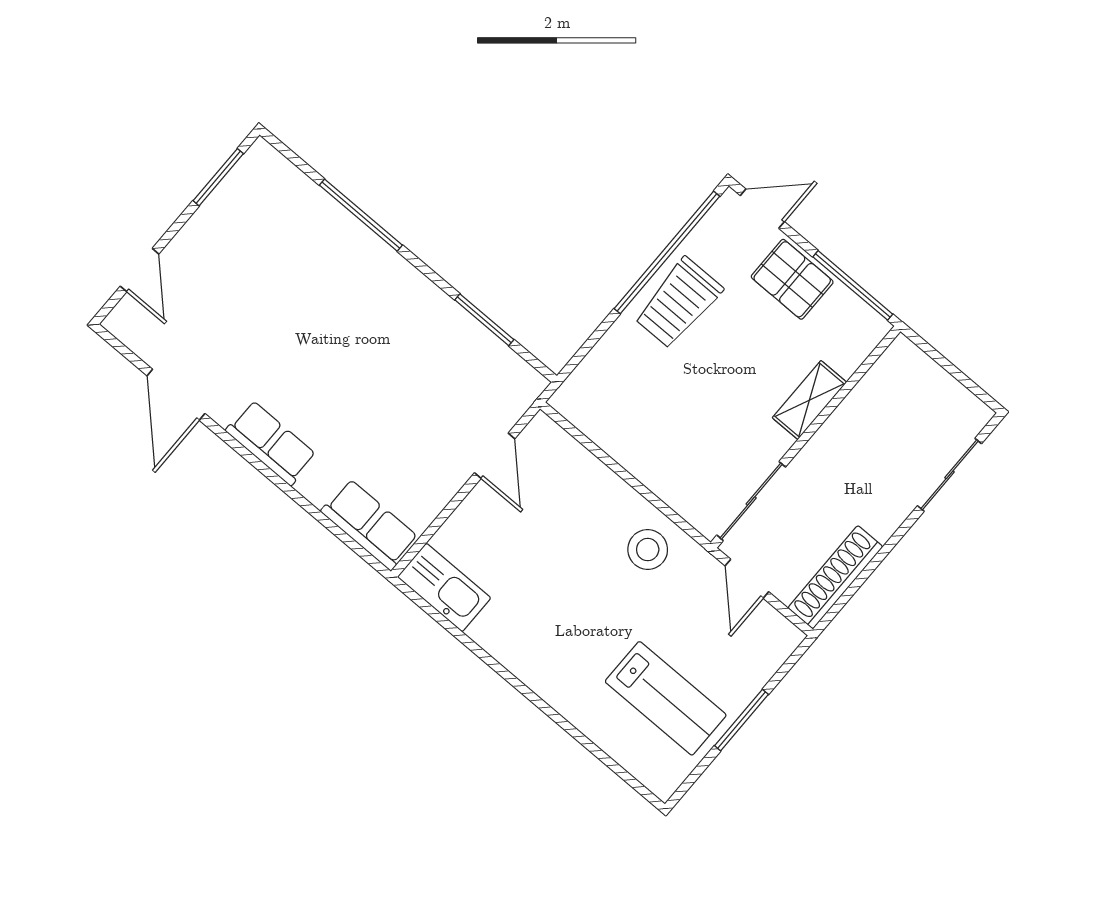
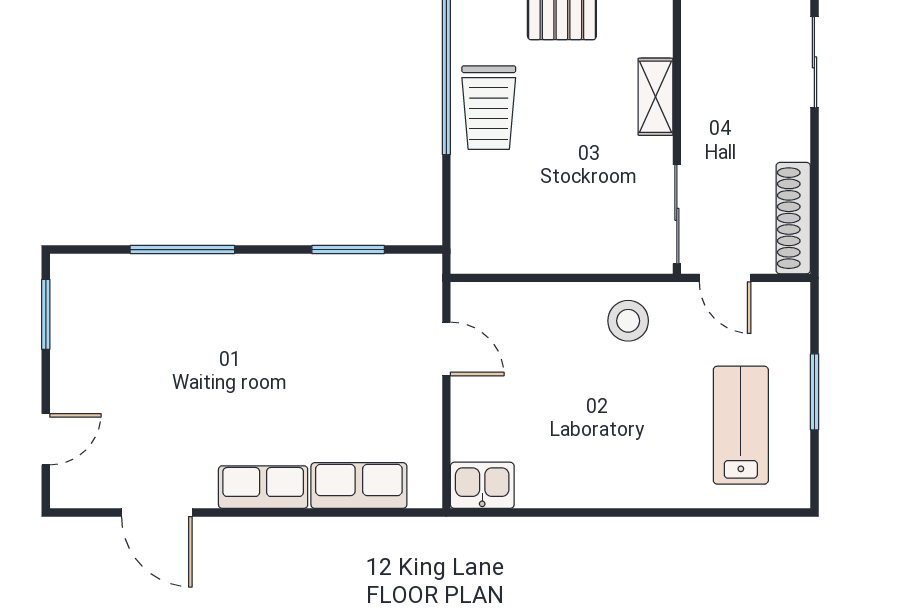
door: (140, 270) -> (46, 439), hinge flipped
row of seats: (370, 525) -> (359, 486), moved
kitchen sink: (444, 587) -> (482, 485), width x0.73
lab bench: (666, 698) -> (741, 425), turned -90

